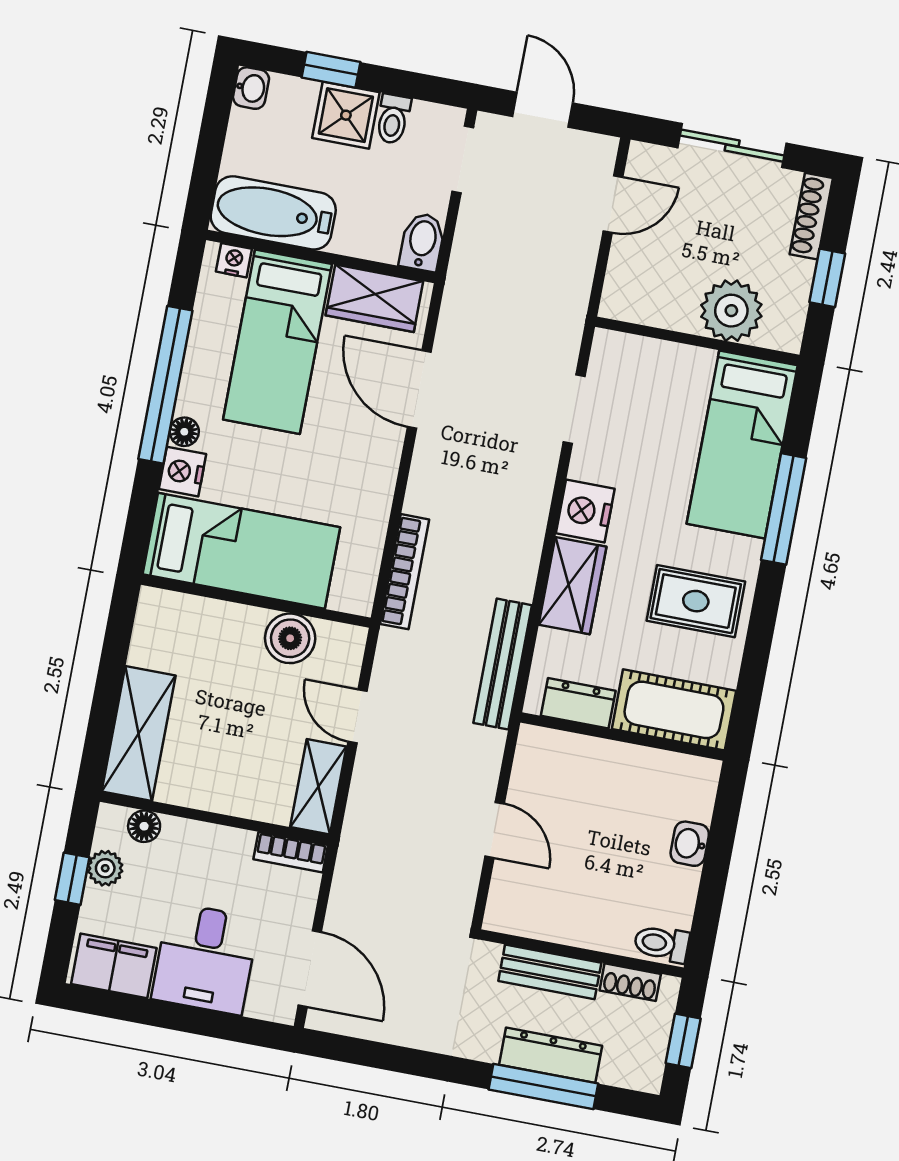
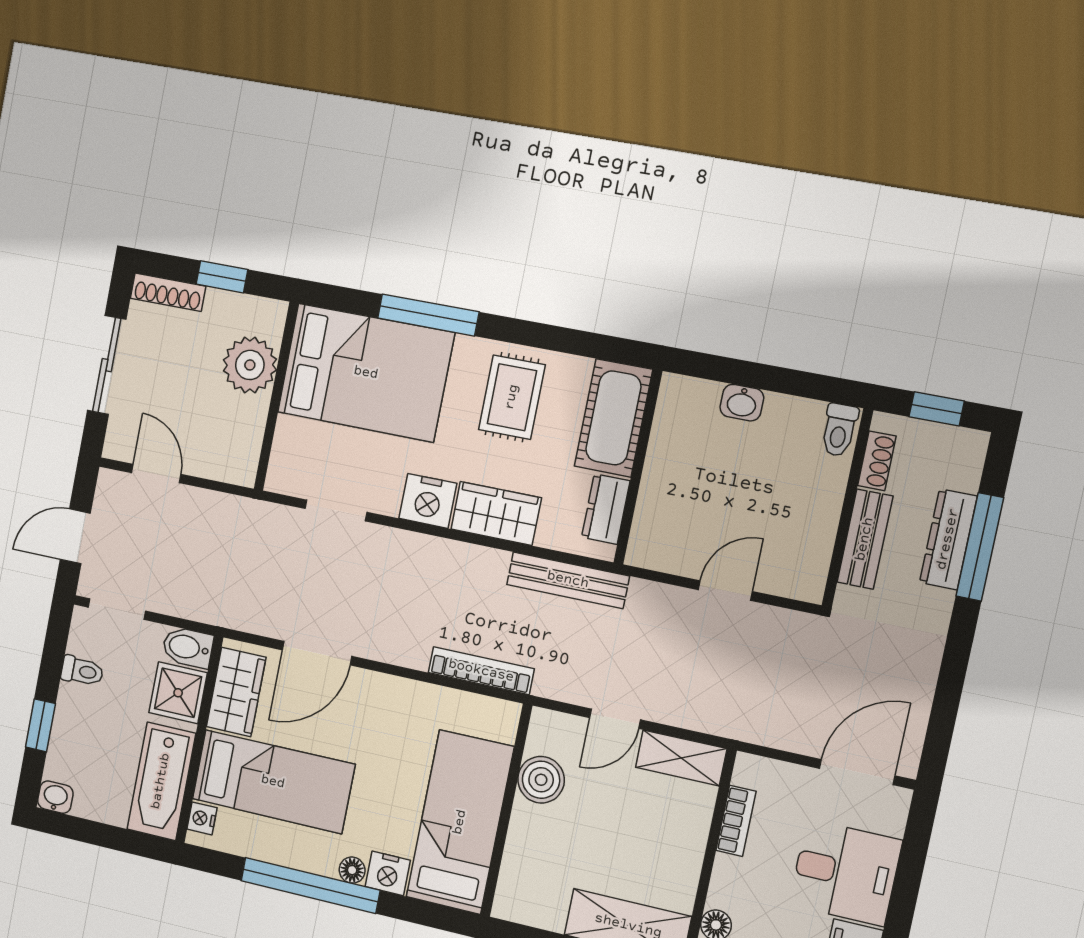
shower: (346, 115) -> (178, 693), moved
bed: (742, 444) -> (366, 373), width x1.50
bookcase: (291, 852) -> (736, 821), moved

